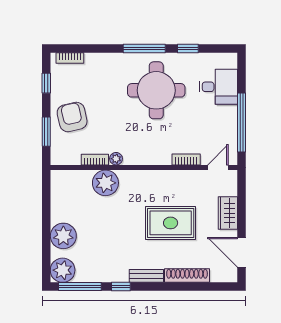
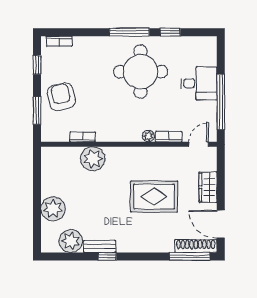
desk: (218, 87) -> (199, 83), moved
plant: (116, 159) -> (148, 136), moved
plant: (63, 270) -> (71, 241), moved
bench: (146, 276) -> (100, 246), moved
shoe rack: (187, 276) -> (196, 246), moved
window: (80, 287) -> (190, 256), moved

